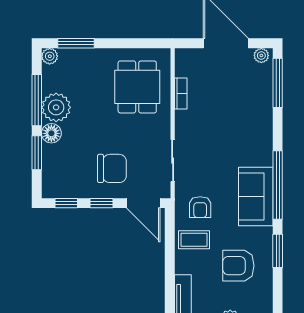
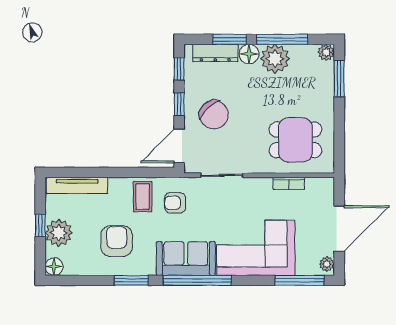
corner sofa: (245, 127) -> (256, 248), added
dresser: (50, 167) -> (215, 53), added
chair: (112, 168) -> (214, 115), turned -43

